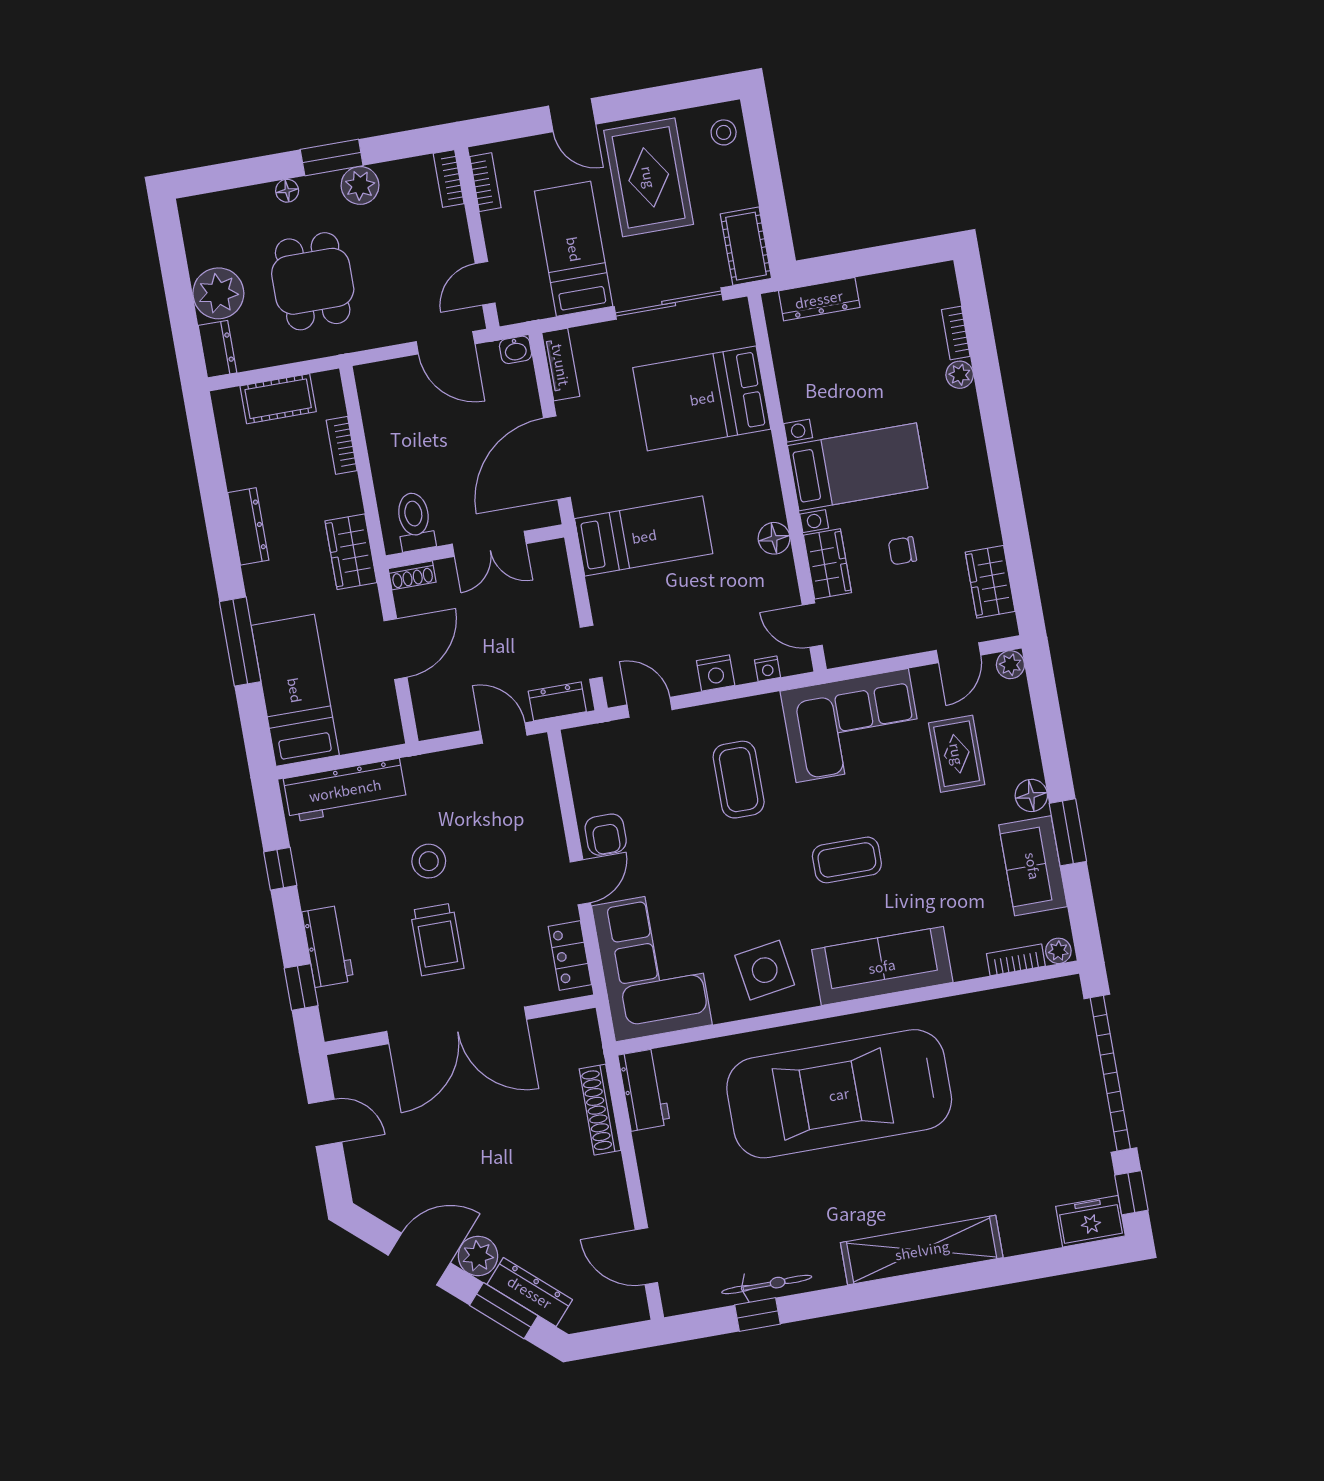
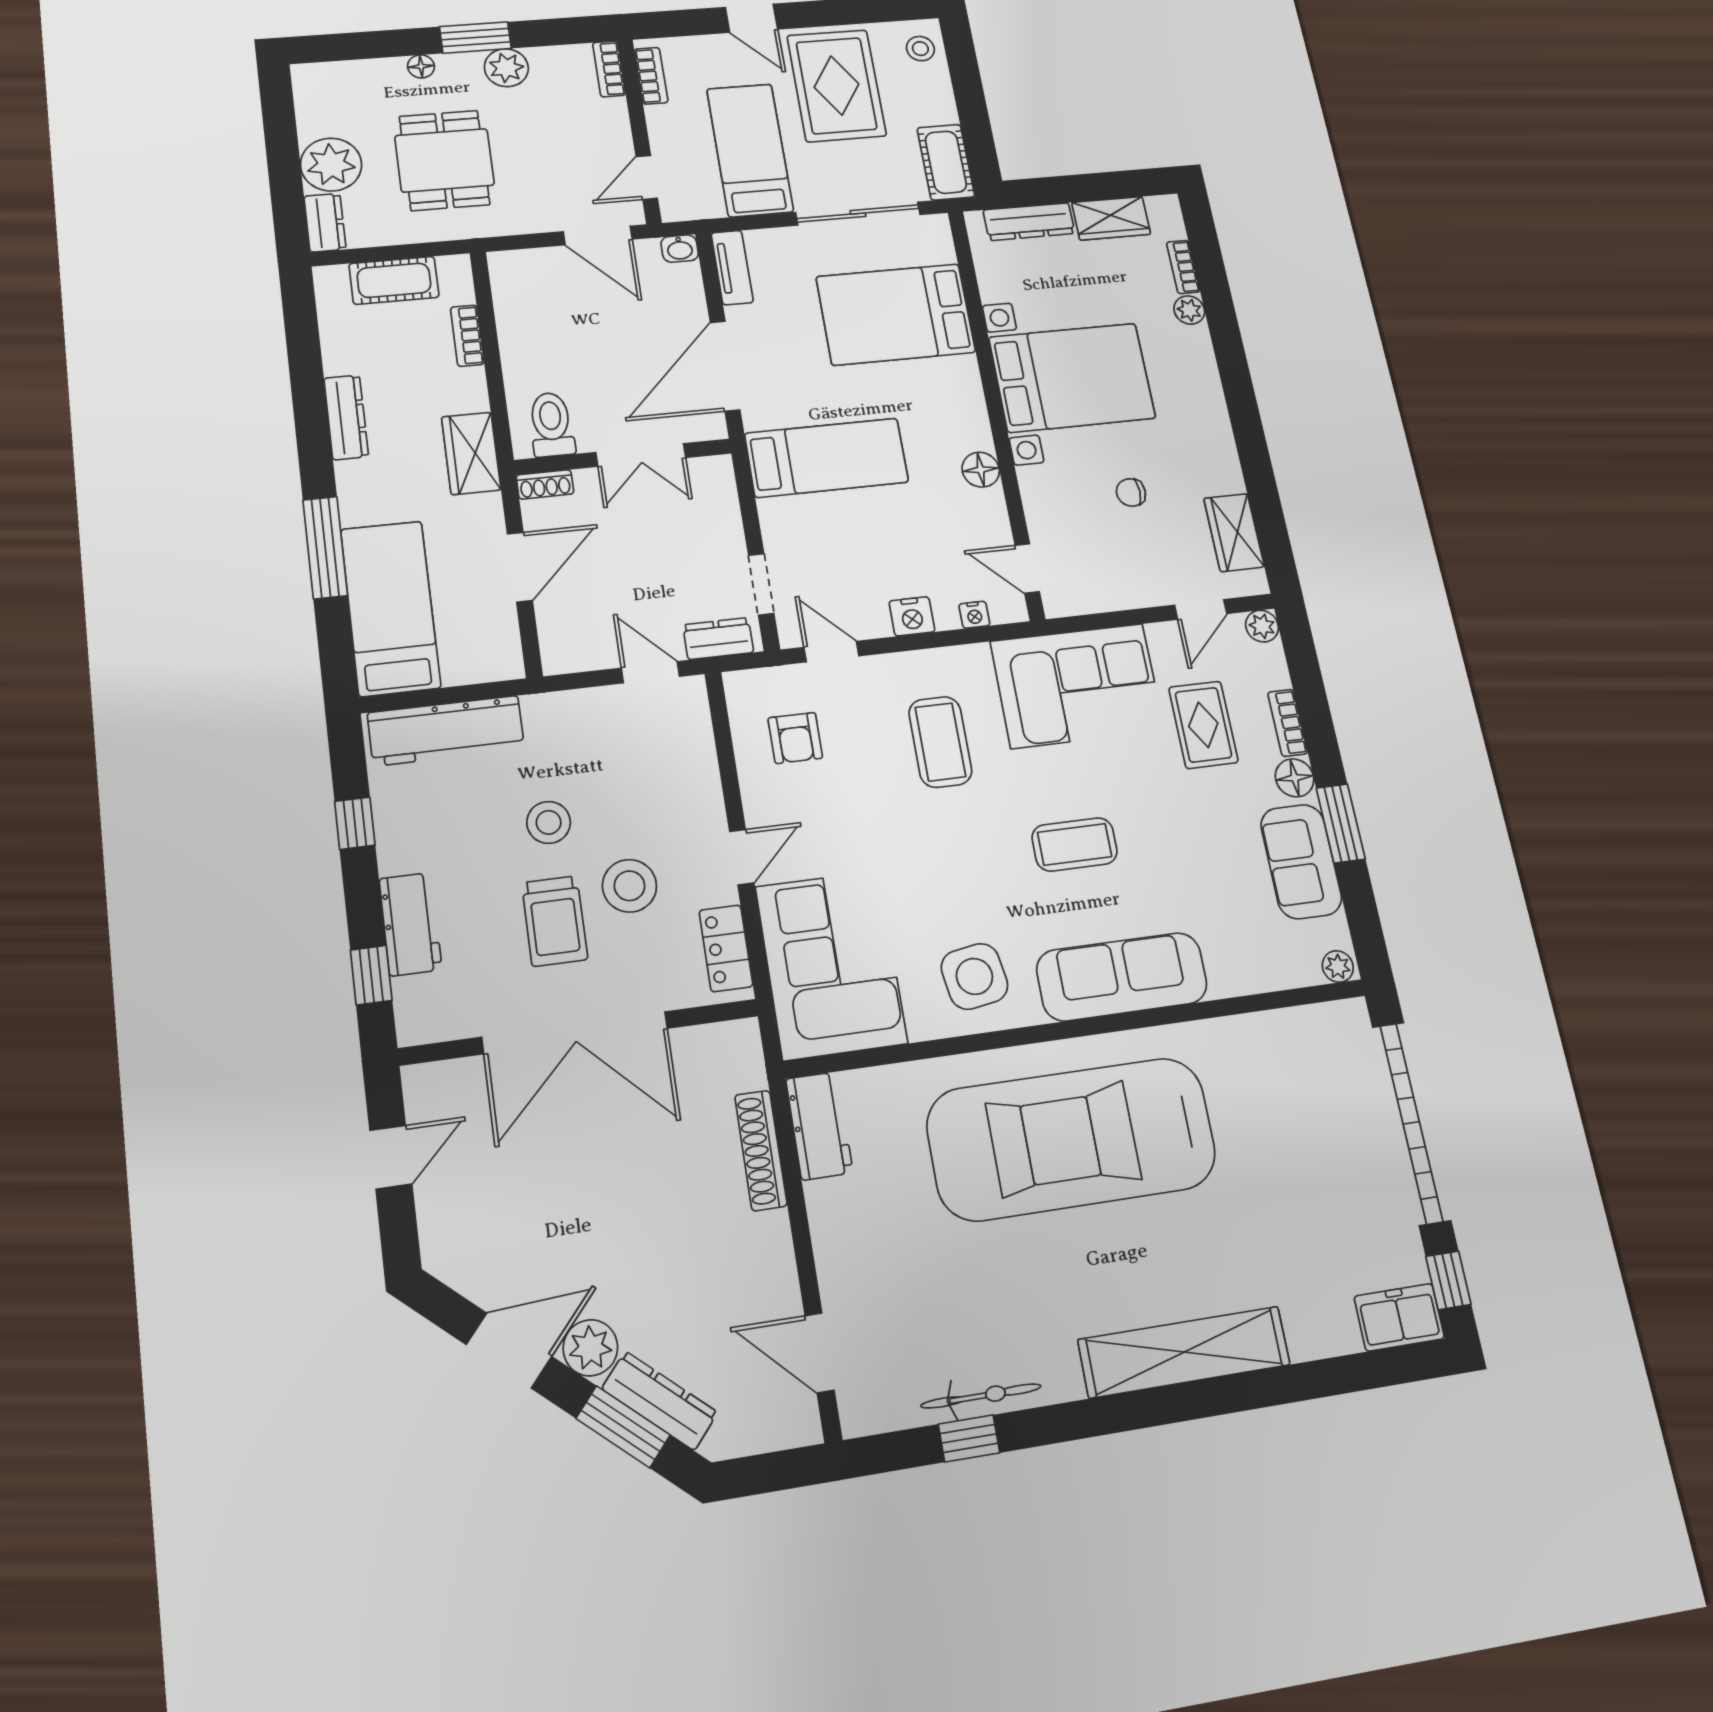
bed with nightstands: (858, 467) -> (1072, 378), width x1.36
wardrobe: (827, 564) -> (1111, 218), moved, turned 90
armchair: (606, 835) -> (795, 738), moved
stool: (494, 909) -> (629, 886), added
bookcase: (1016, 960) -> (1288, 723), moved, turned -90
door: (325, 1123) -> (391, 1157), hinge flipped

